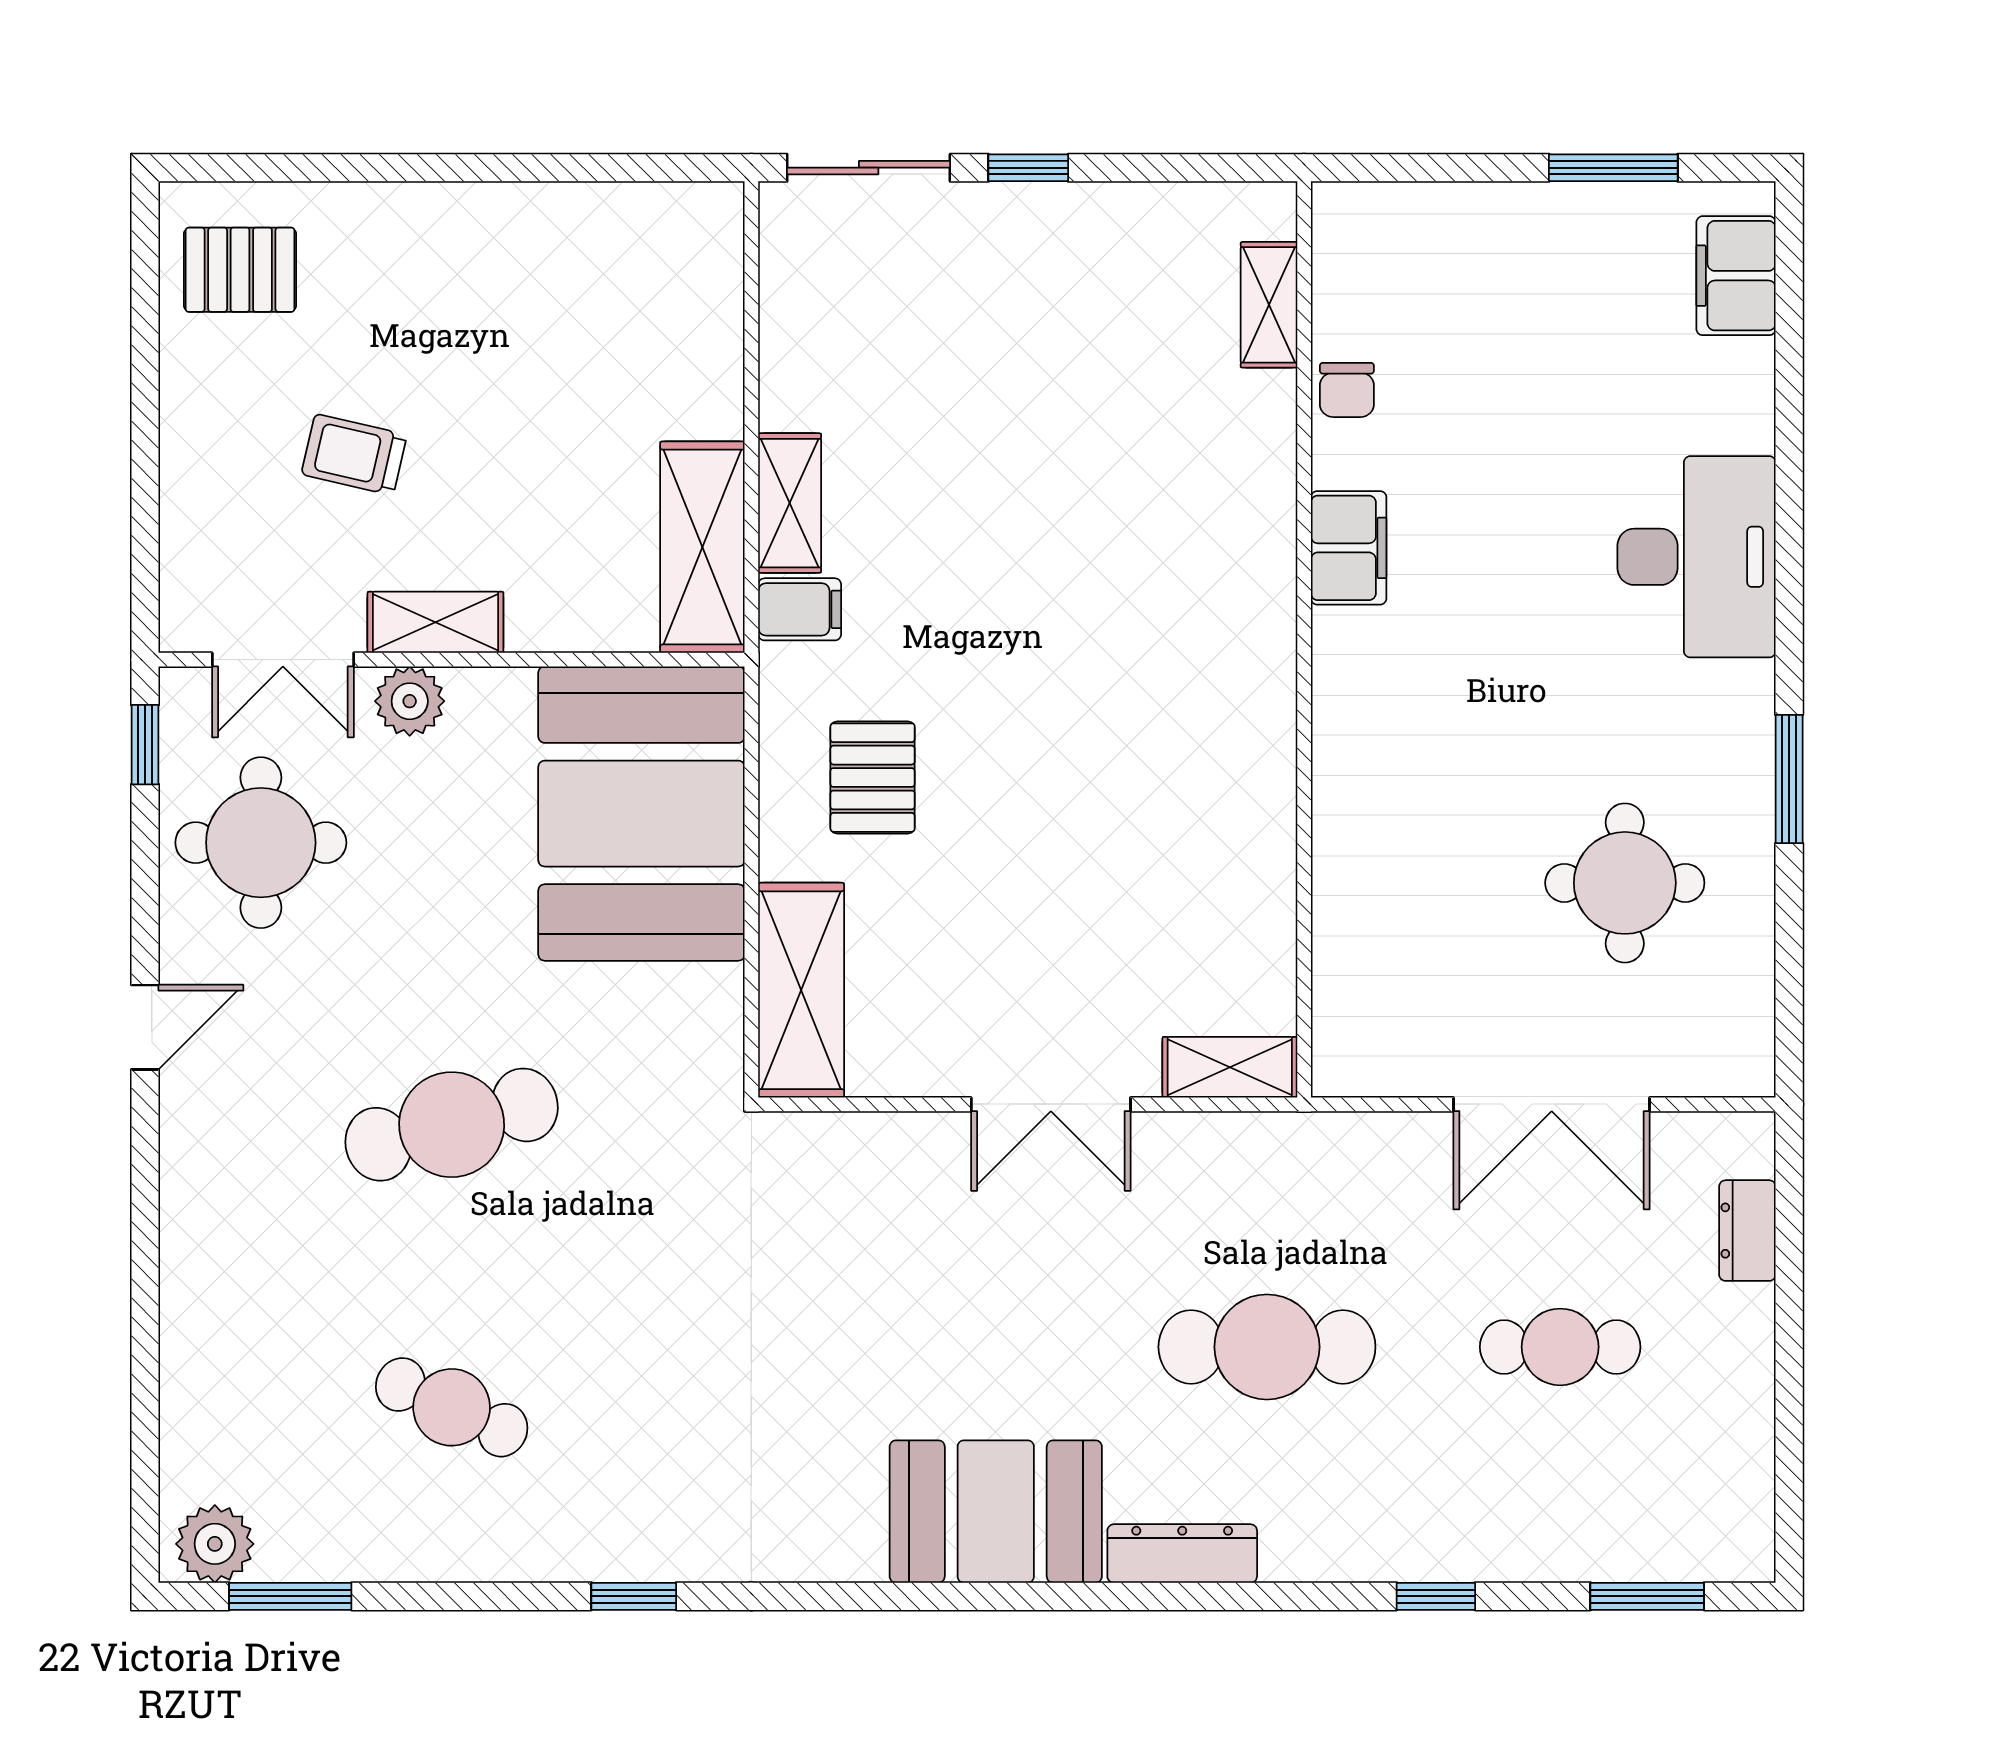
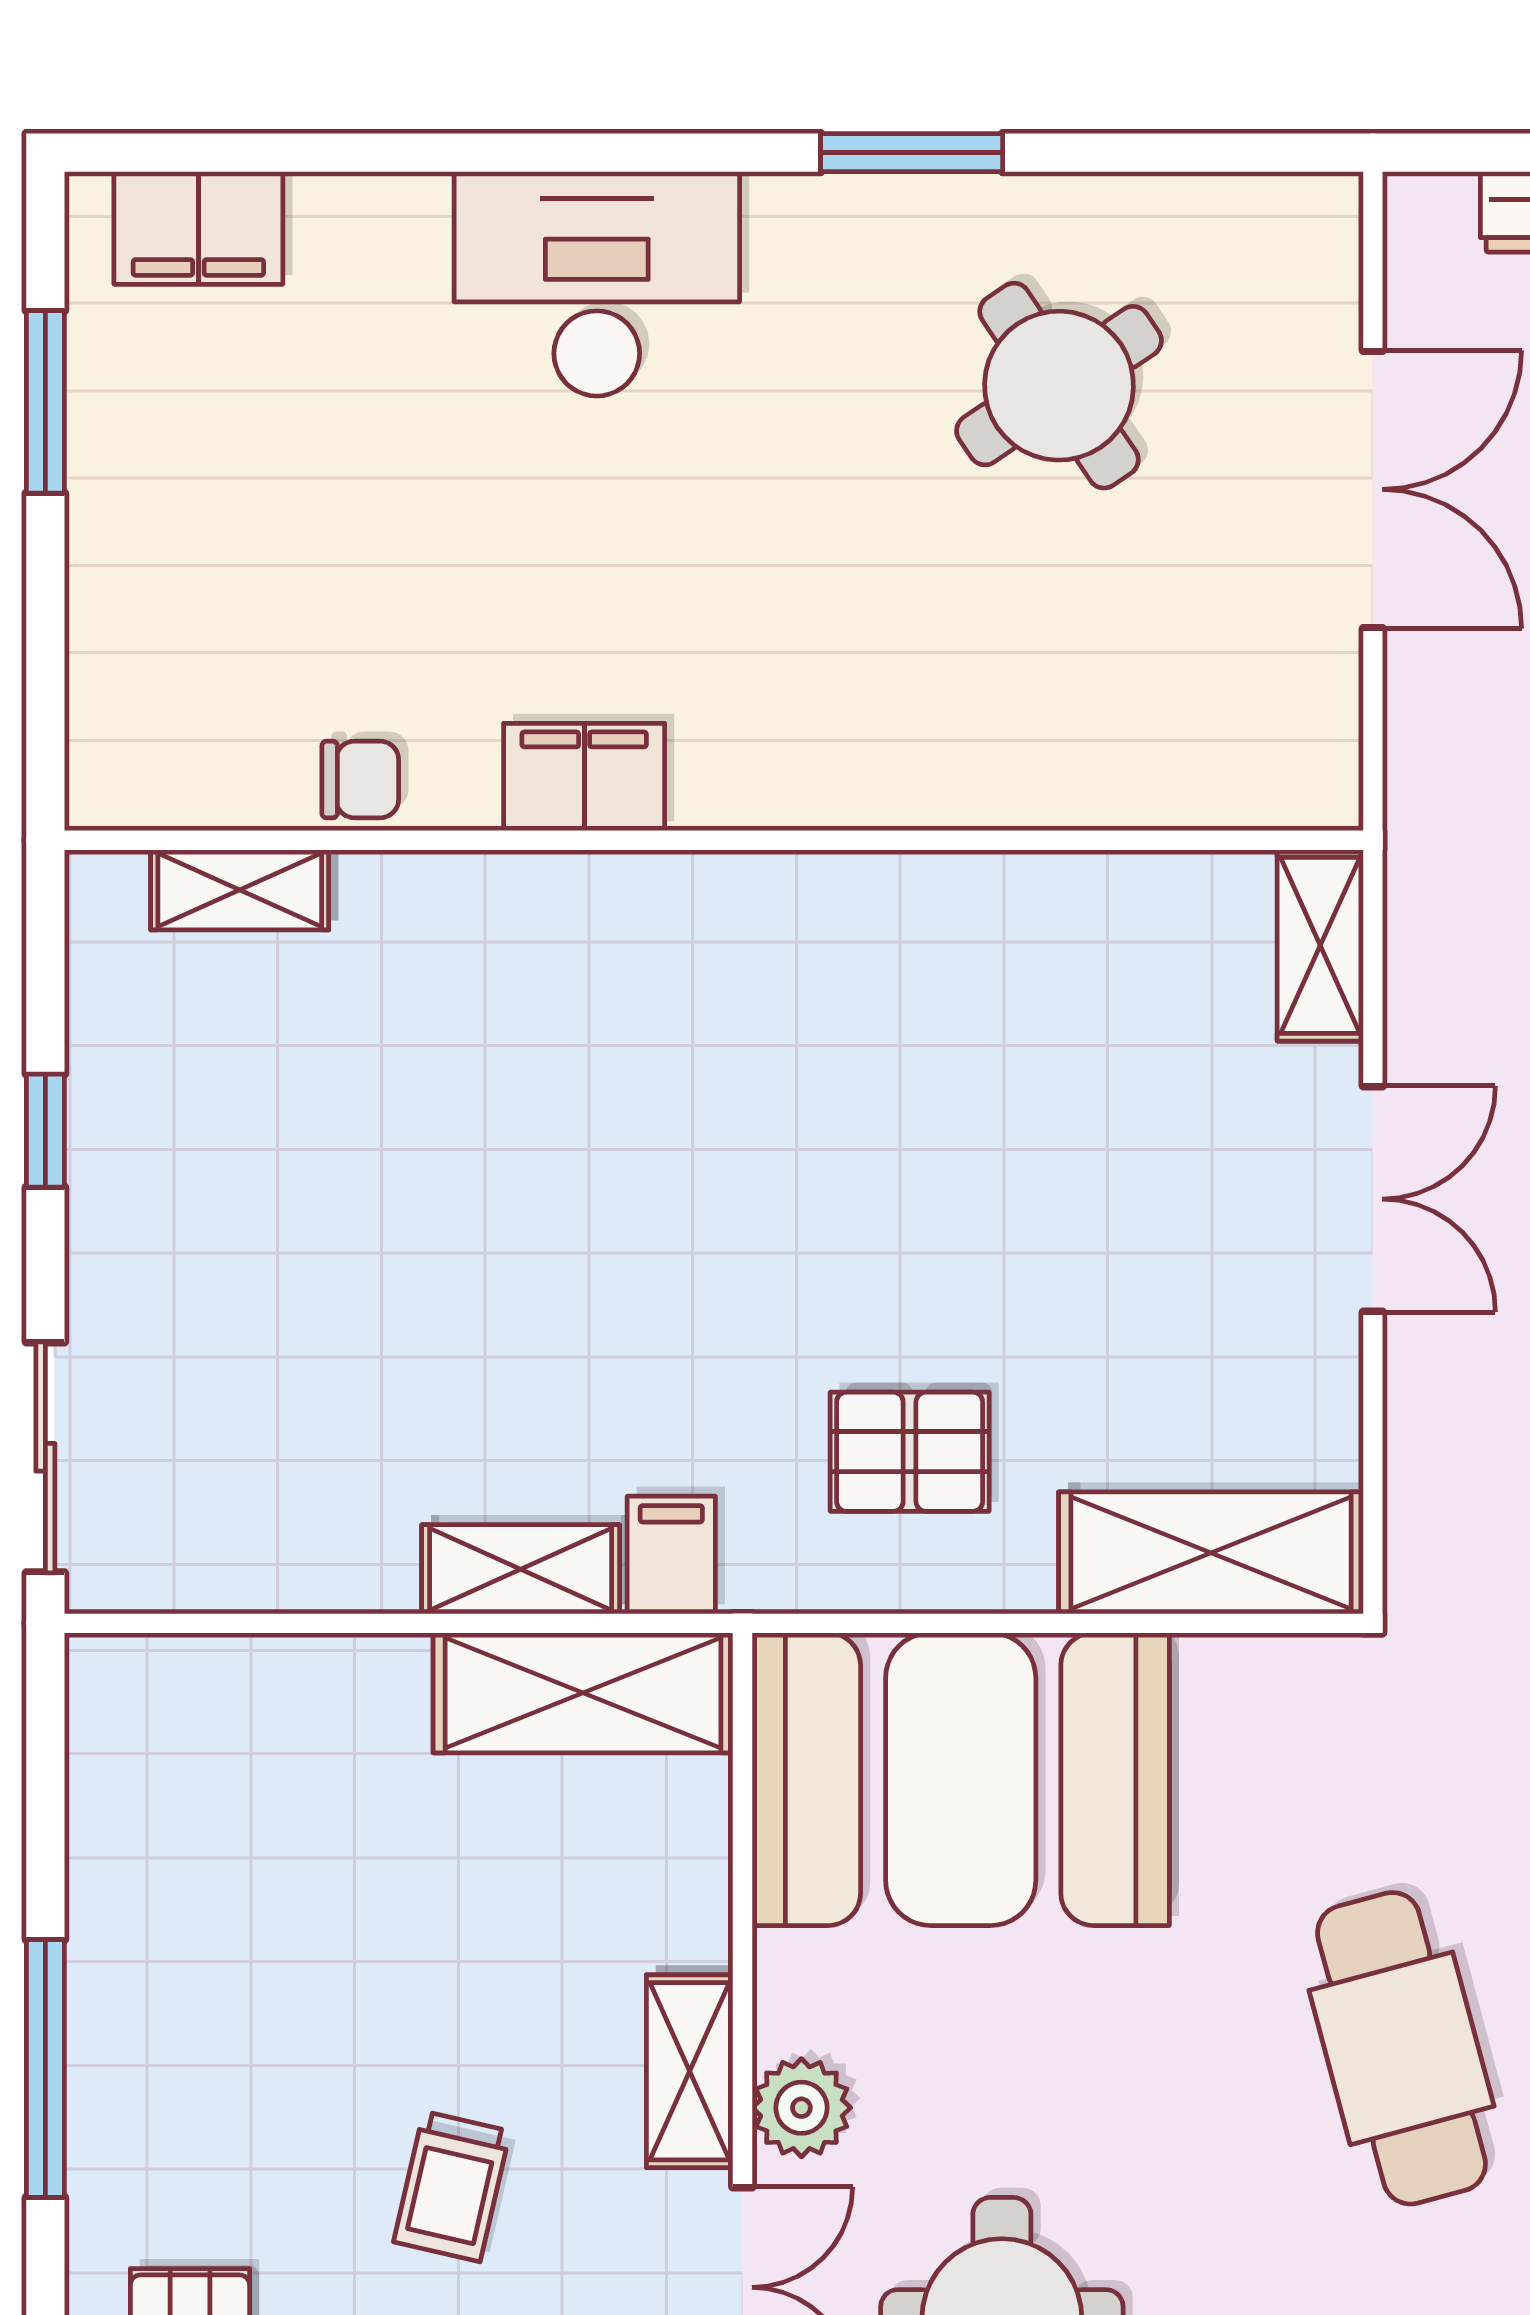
window: (437, 168) -> (45, 2068), added
window: (1028, 168) -> (45, 1131), moved
round table: (1625, 883) -> (1059, 386), turned -34

